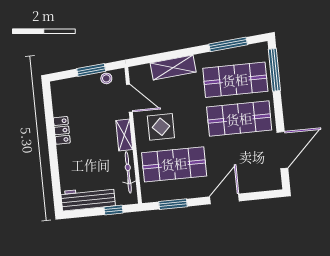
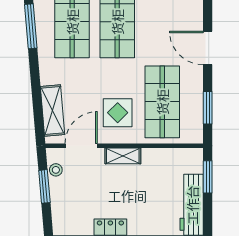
shelving: (173, 67) -> (53, 111), moved
bicycle: (128, 172) -> (166, 156), removed
window: (113, 210) -> (208, 177), width x1.50

